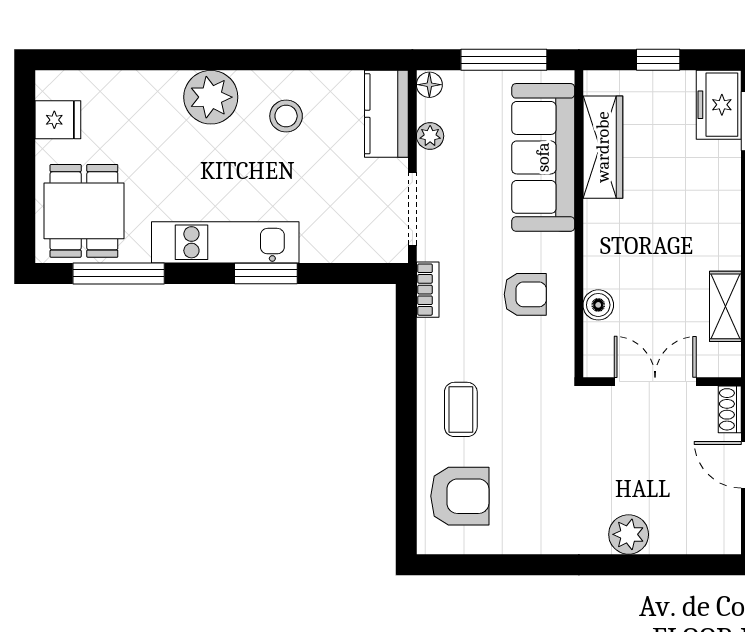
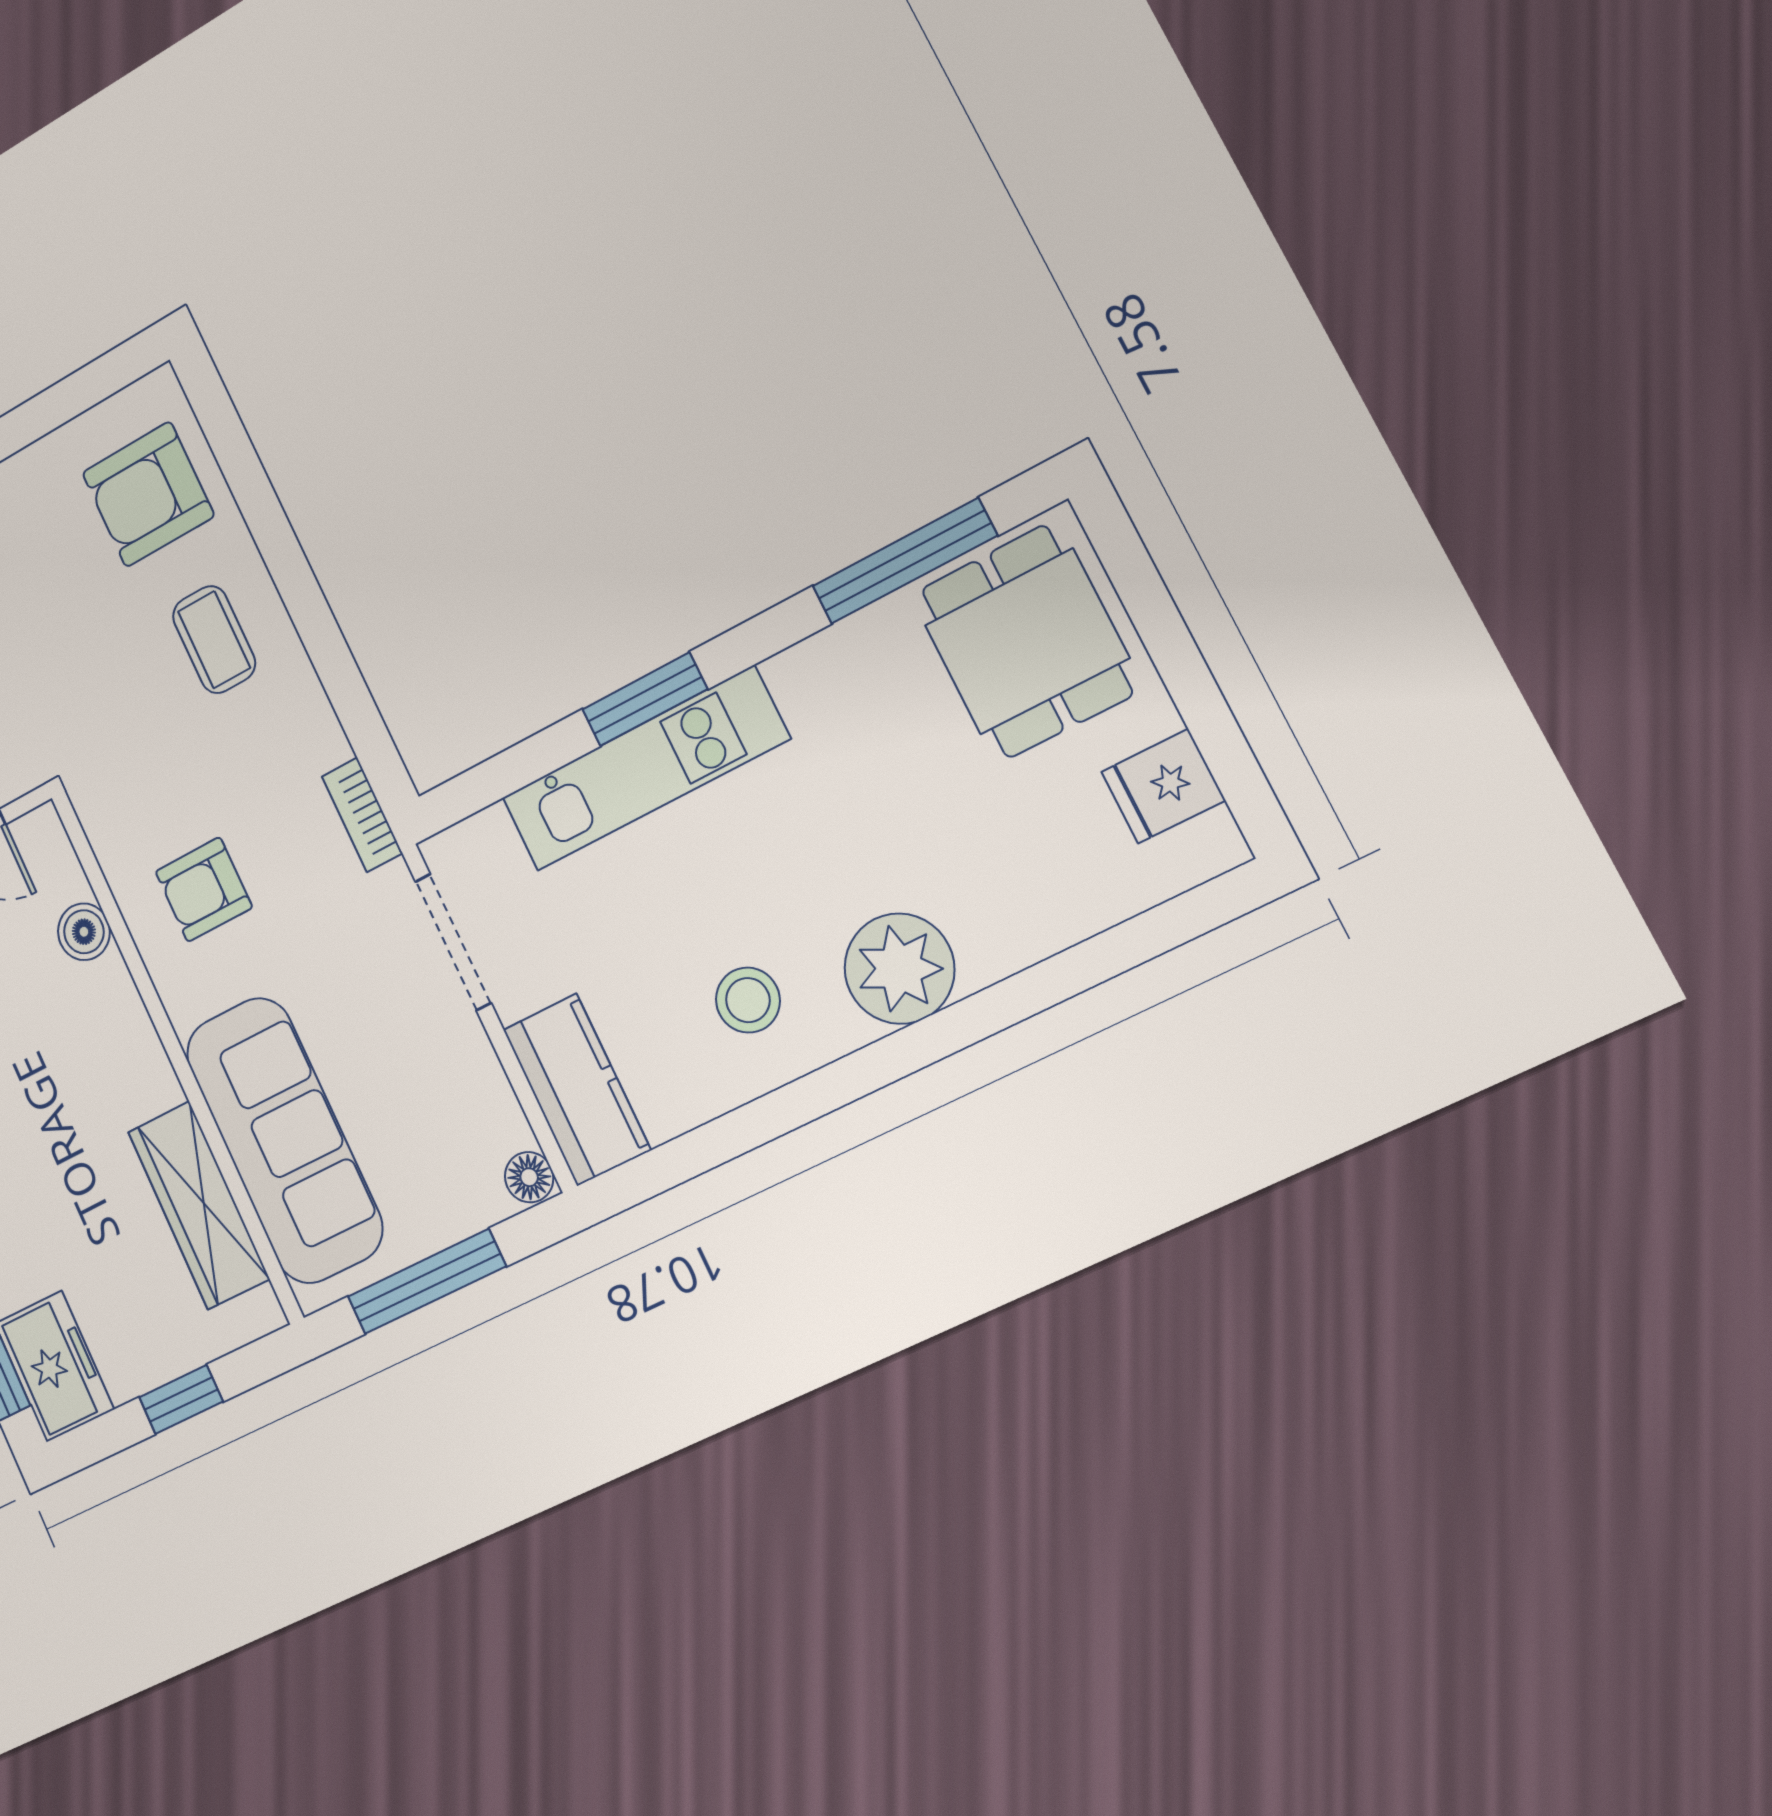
plant: (430, 136) -> (485, 1086), removed
kitchen unit: (225, 242) -> (645, 769), moved

